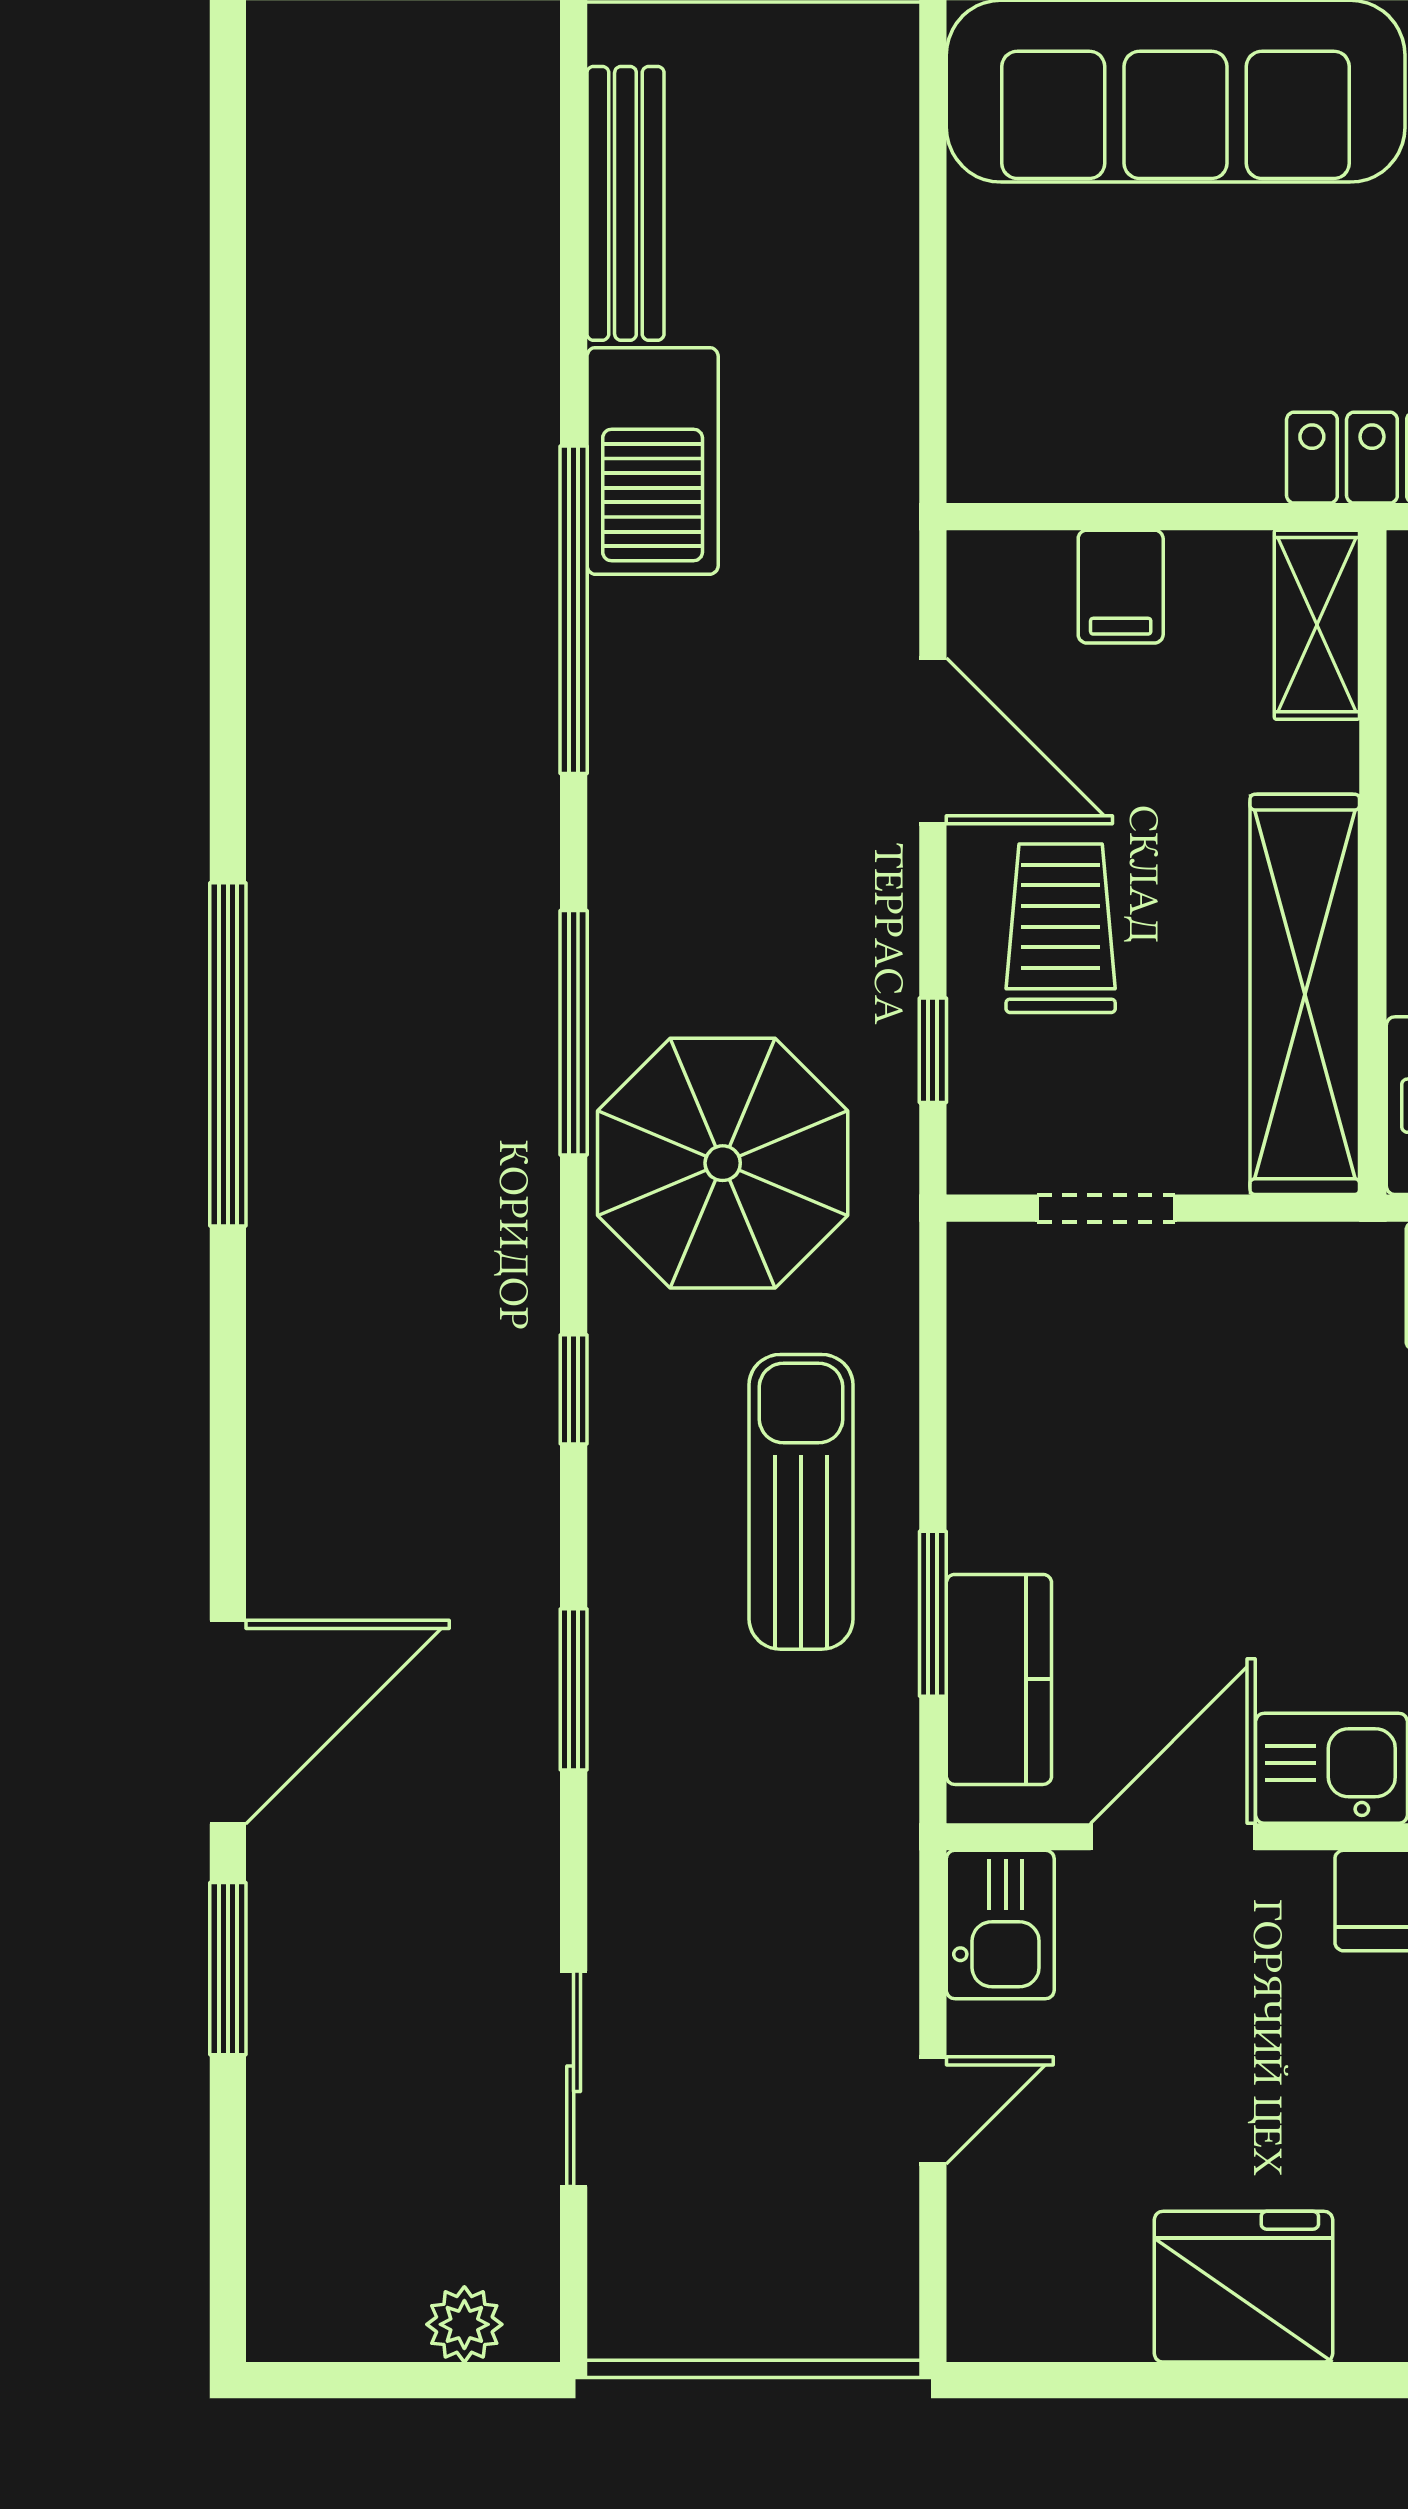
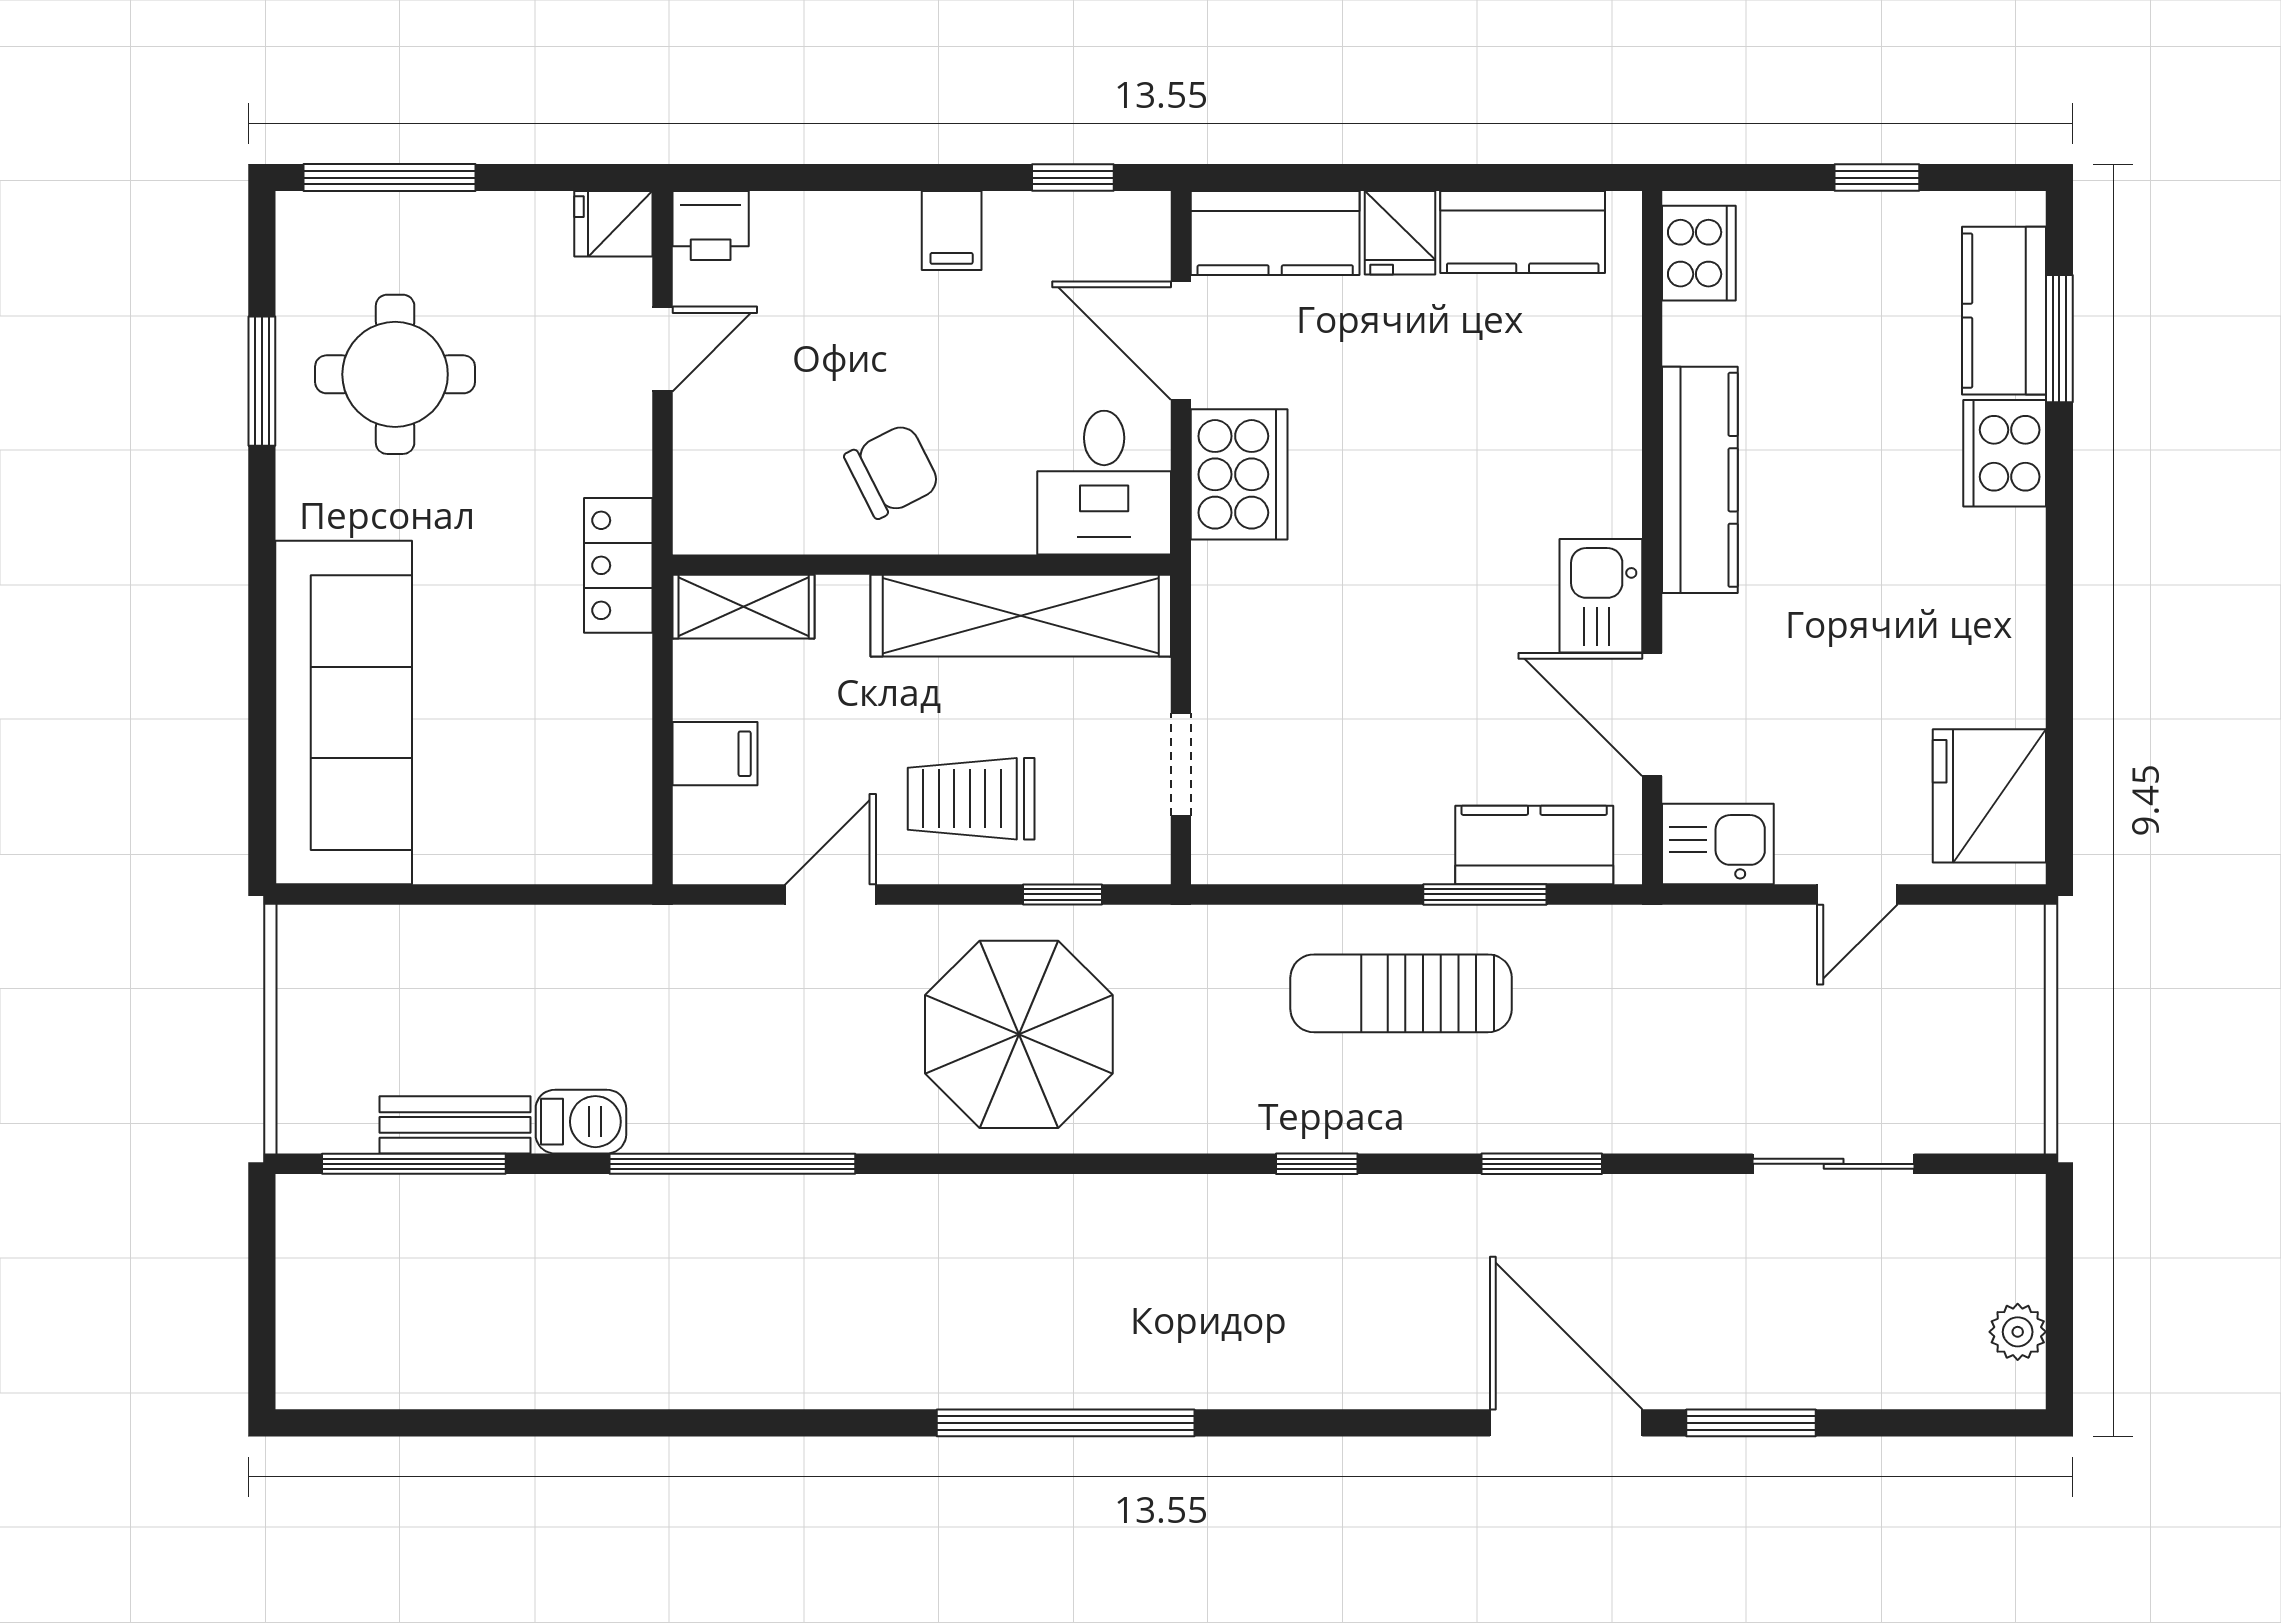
bench: (625, 203) -> (455, 1125), width x0.73
barbecue: (653, 461) -> (581, 1122), width x0.53, depth x0.65
door: (933, 741) -> (831, 894), width x0.73
window: (574, 1033) -> (414, 1164), moved
parasol: (723, 1163) -> (1019, 1034), moved
door: (933, 2110) -> (1857, 894), swing flipped
fridge: (1243, 2287) -> (1989, 796), moved
plant: (464, 2324) -> (2018, 1332), moved

